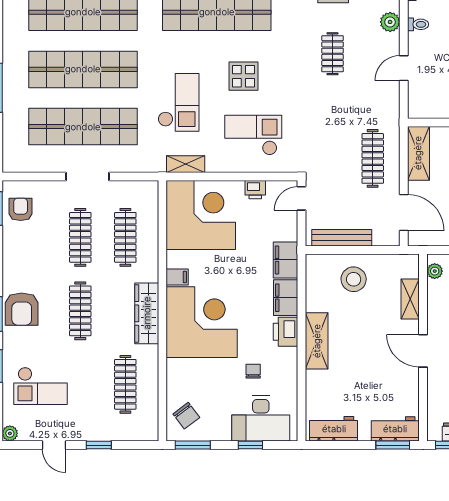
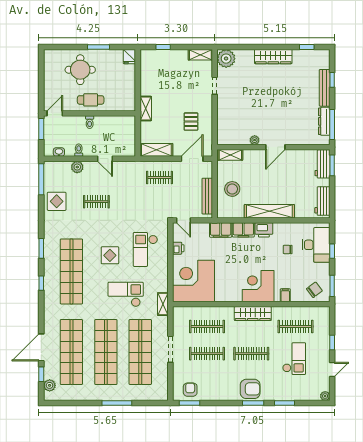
clothes rail: (373, 158) -> (159, 177), width x0.73
shelving: (186, 164) -> (163, 304), moved
armchair: (21, 209) -> (190, 390), turned 90
plant: (435, 271) -> (255, 140), moved
filing cabinet: (177, 277) -> (285, 295), moved
shelving: (410, 299) -> (230, 155), moved
corner desk: (202, 322) -> (258, 286), width x0.74, depth x0.74
shelving: (317, 341) -> (269, 211), width x1.47
checkout: (40, 386) -> (294, 359), moved

